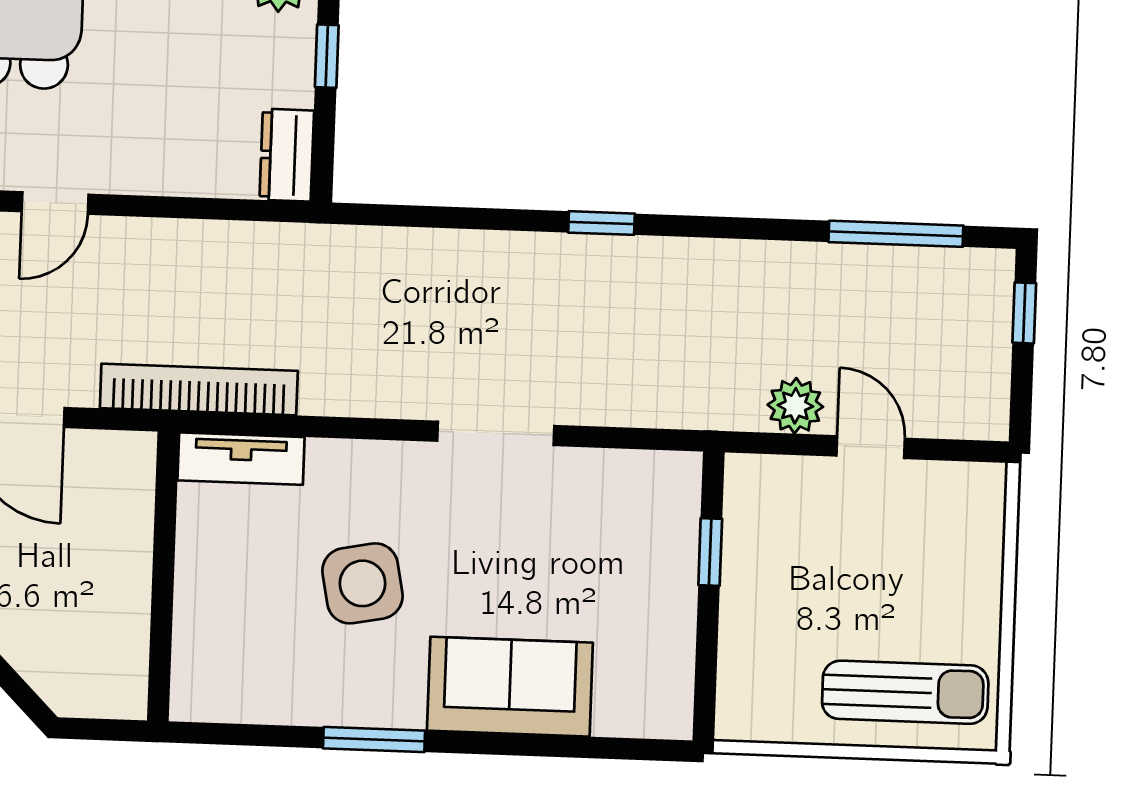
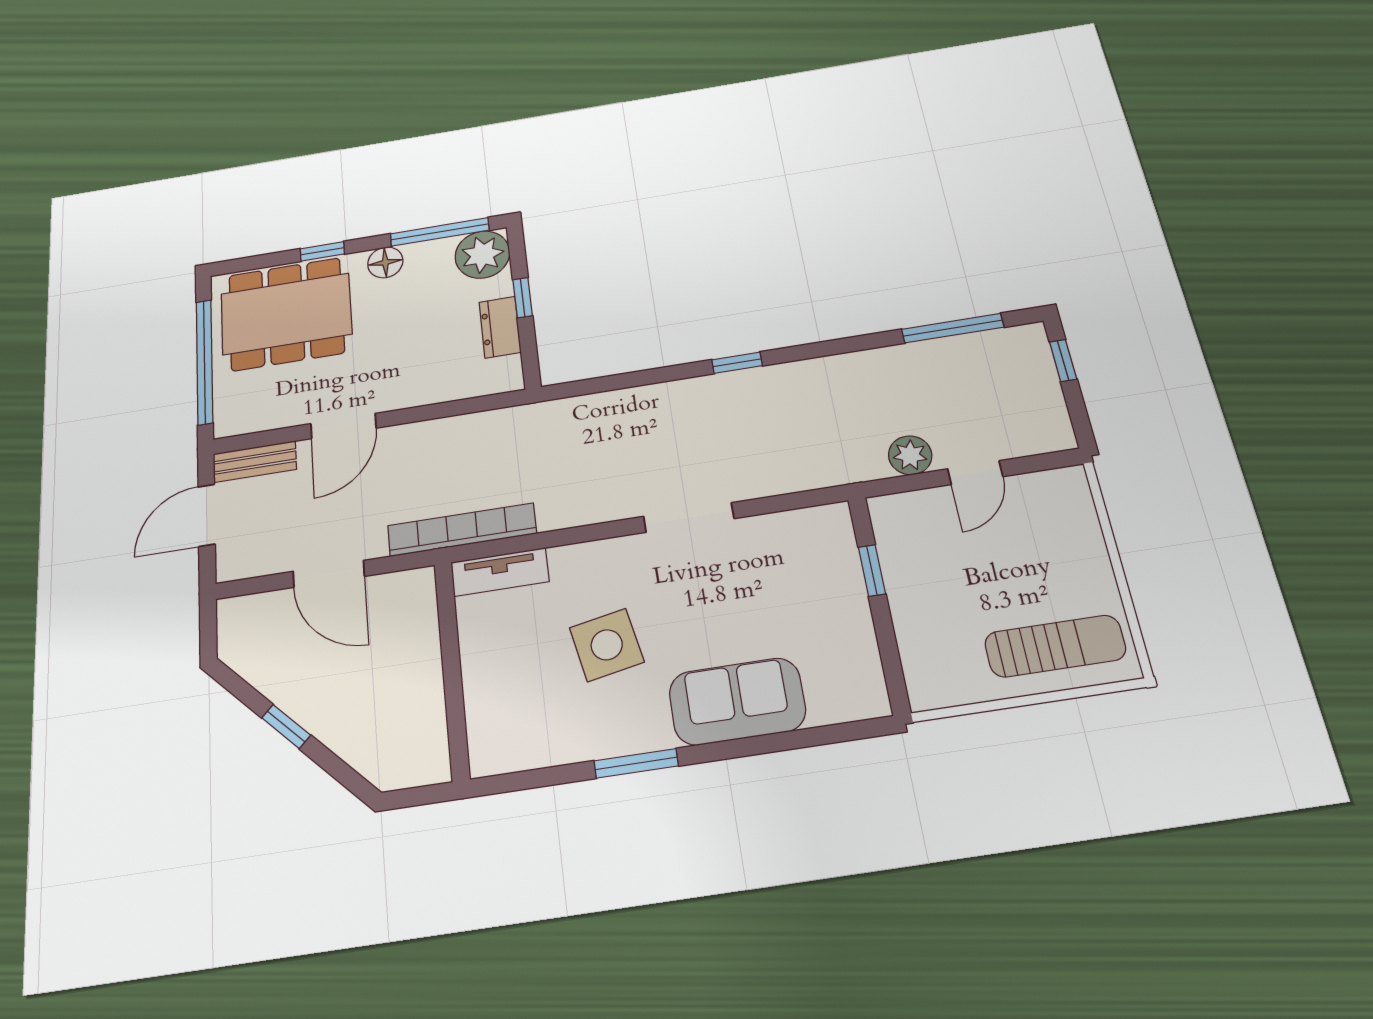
dresser: (287, 155) -> (500, 327), moved
door: (55, 203) -> (343, 426), width x1.38
door: (871, 447) -> (975, 473), swing flipped

